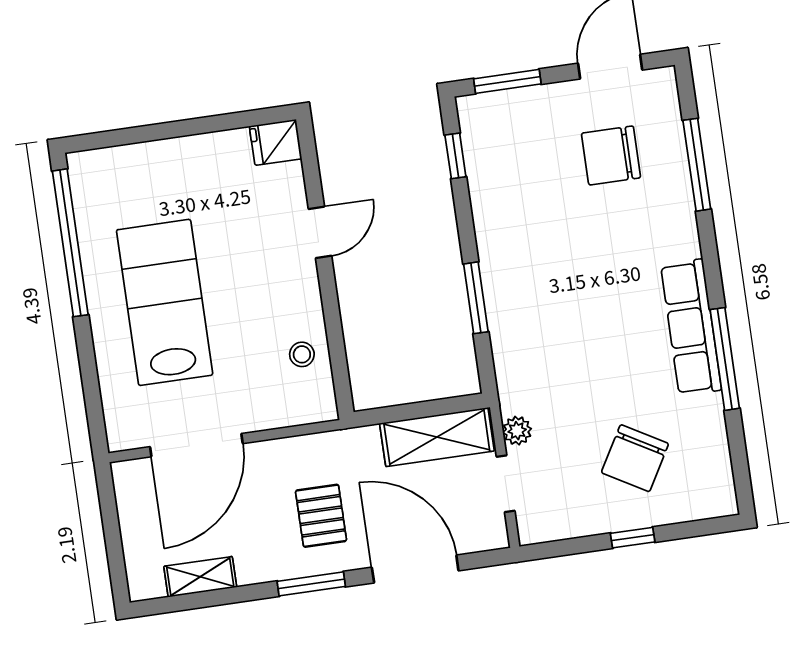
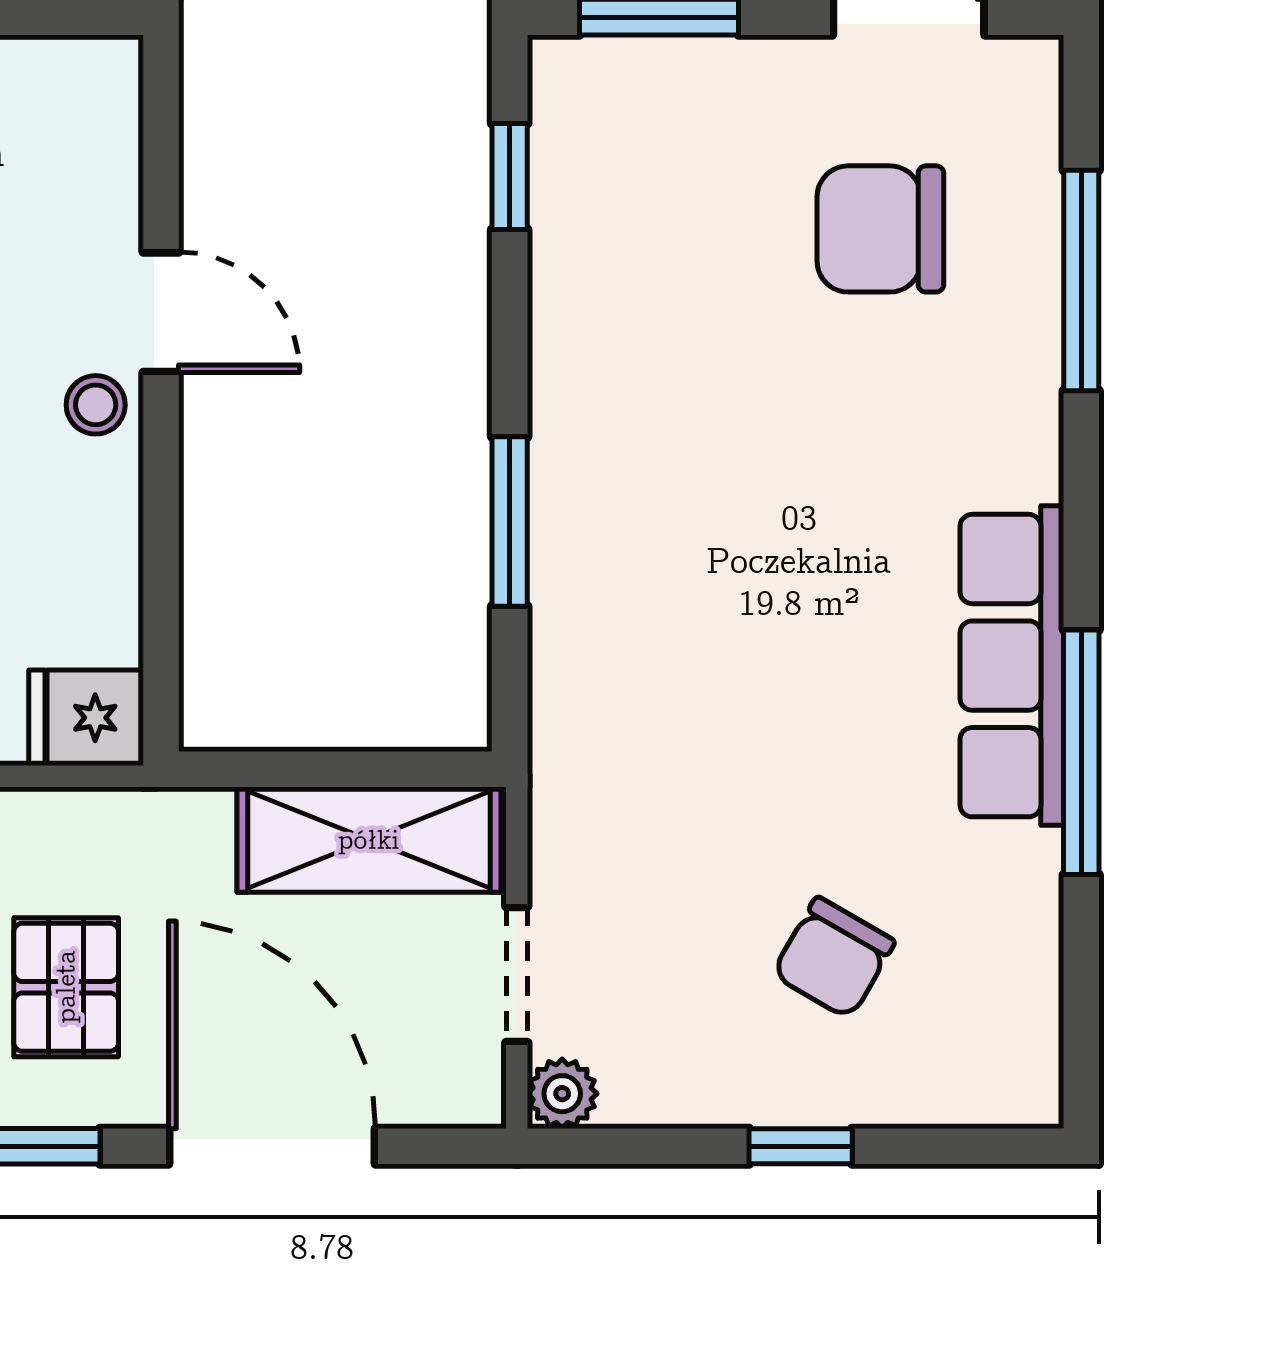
fridge: (276, 142) -> (86, 718), moved
door: (320, 232) -> (161, 312), hinge flipped
stool: (302, 354) -> (96, 405), moved
plant: (517, 431) -> (562, 1094), moved
chair: (635, 458) -> (833, 958), width x0.73, depth x0.73

